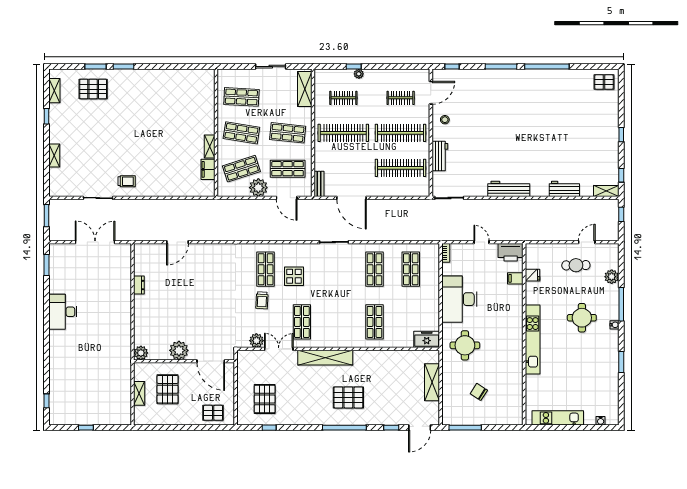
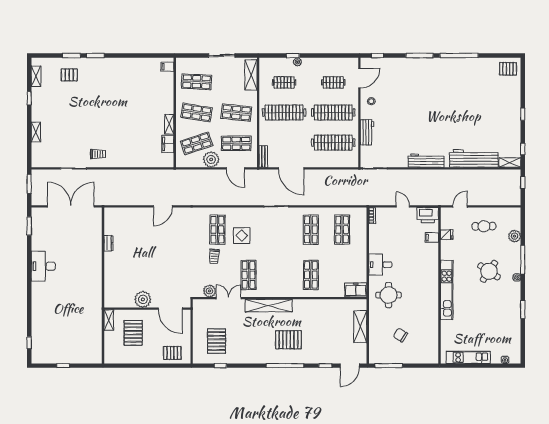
filing cabinet: (207, 80) -> (167, 67), added
pallet: (93, 89) -> (69, 75), width x0.67, depth x0.71
workbench: (564, 189) -> (474, 159), width x1.88, depth x1.32
double door: (95, 242) -> (71, 206), width x1.36
door: (177, 242) -> (163, 206), moved
door: (587, 242) -> (460, 206), moved
desk: (459, 299) -> (380, 265), width x0.53, depth x0.77
round table: (582, 318) -> (489, 271), turned 34
plant: (141, 353) -> (110, 302), removed
shelving: (139, 393) -> (109, 320), moved

